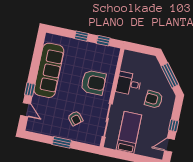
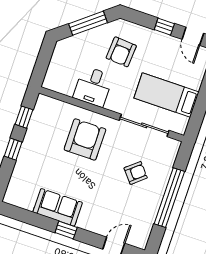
sofa: (49, 70) -> (58, 207), width x0.54, depth x0.79
window: (30, 89) -> (66, 230), moved
window: (62, 142) -> (169, 198), width x2.11

